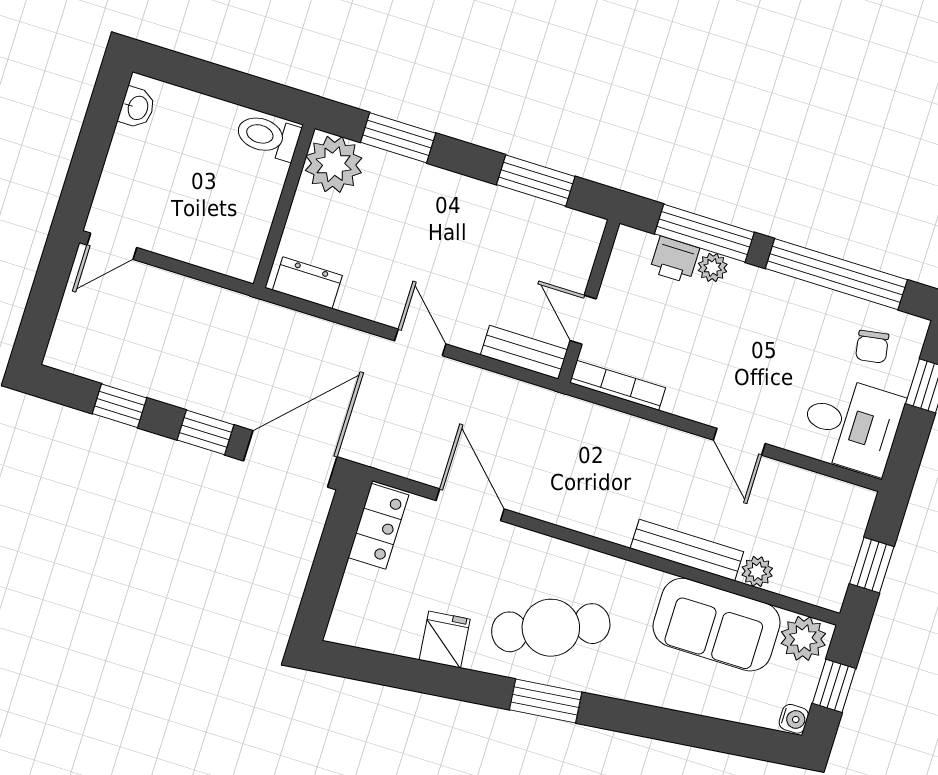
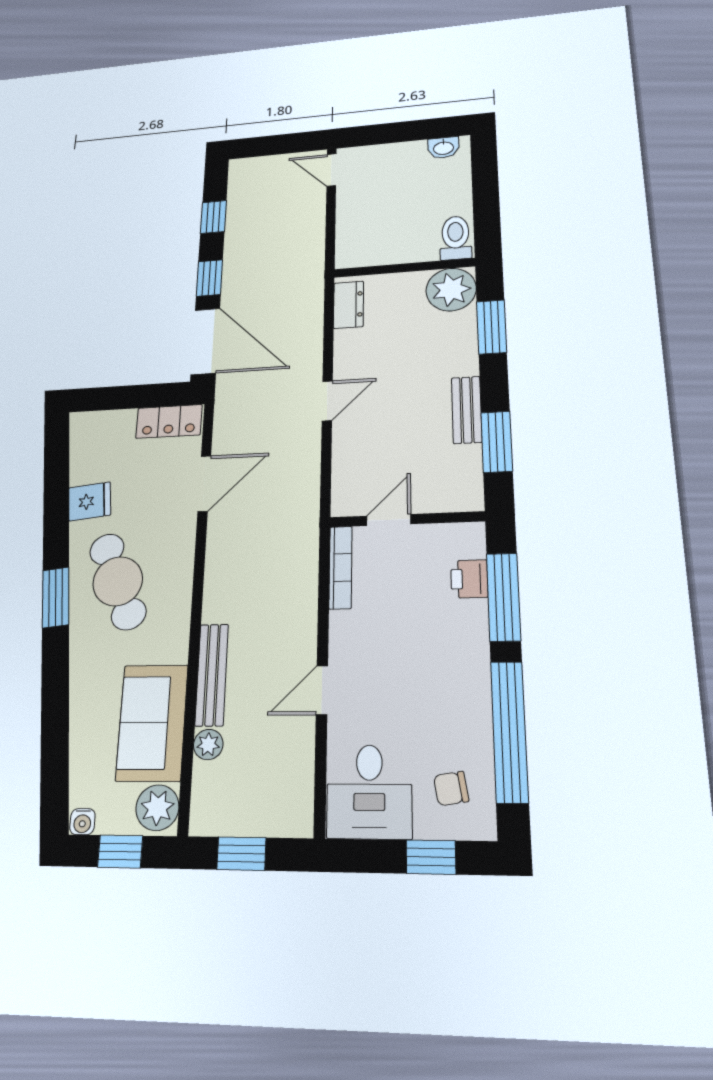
plant: (713, 267) -> (474, 614), removed
bench: (524, 352) -> (467, 410), moved

